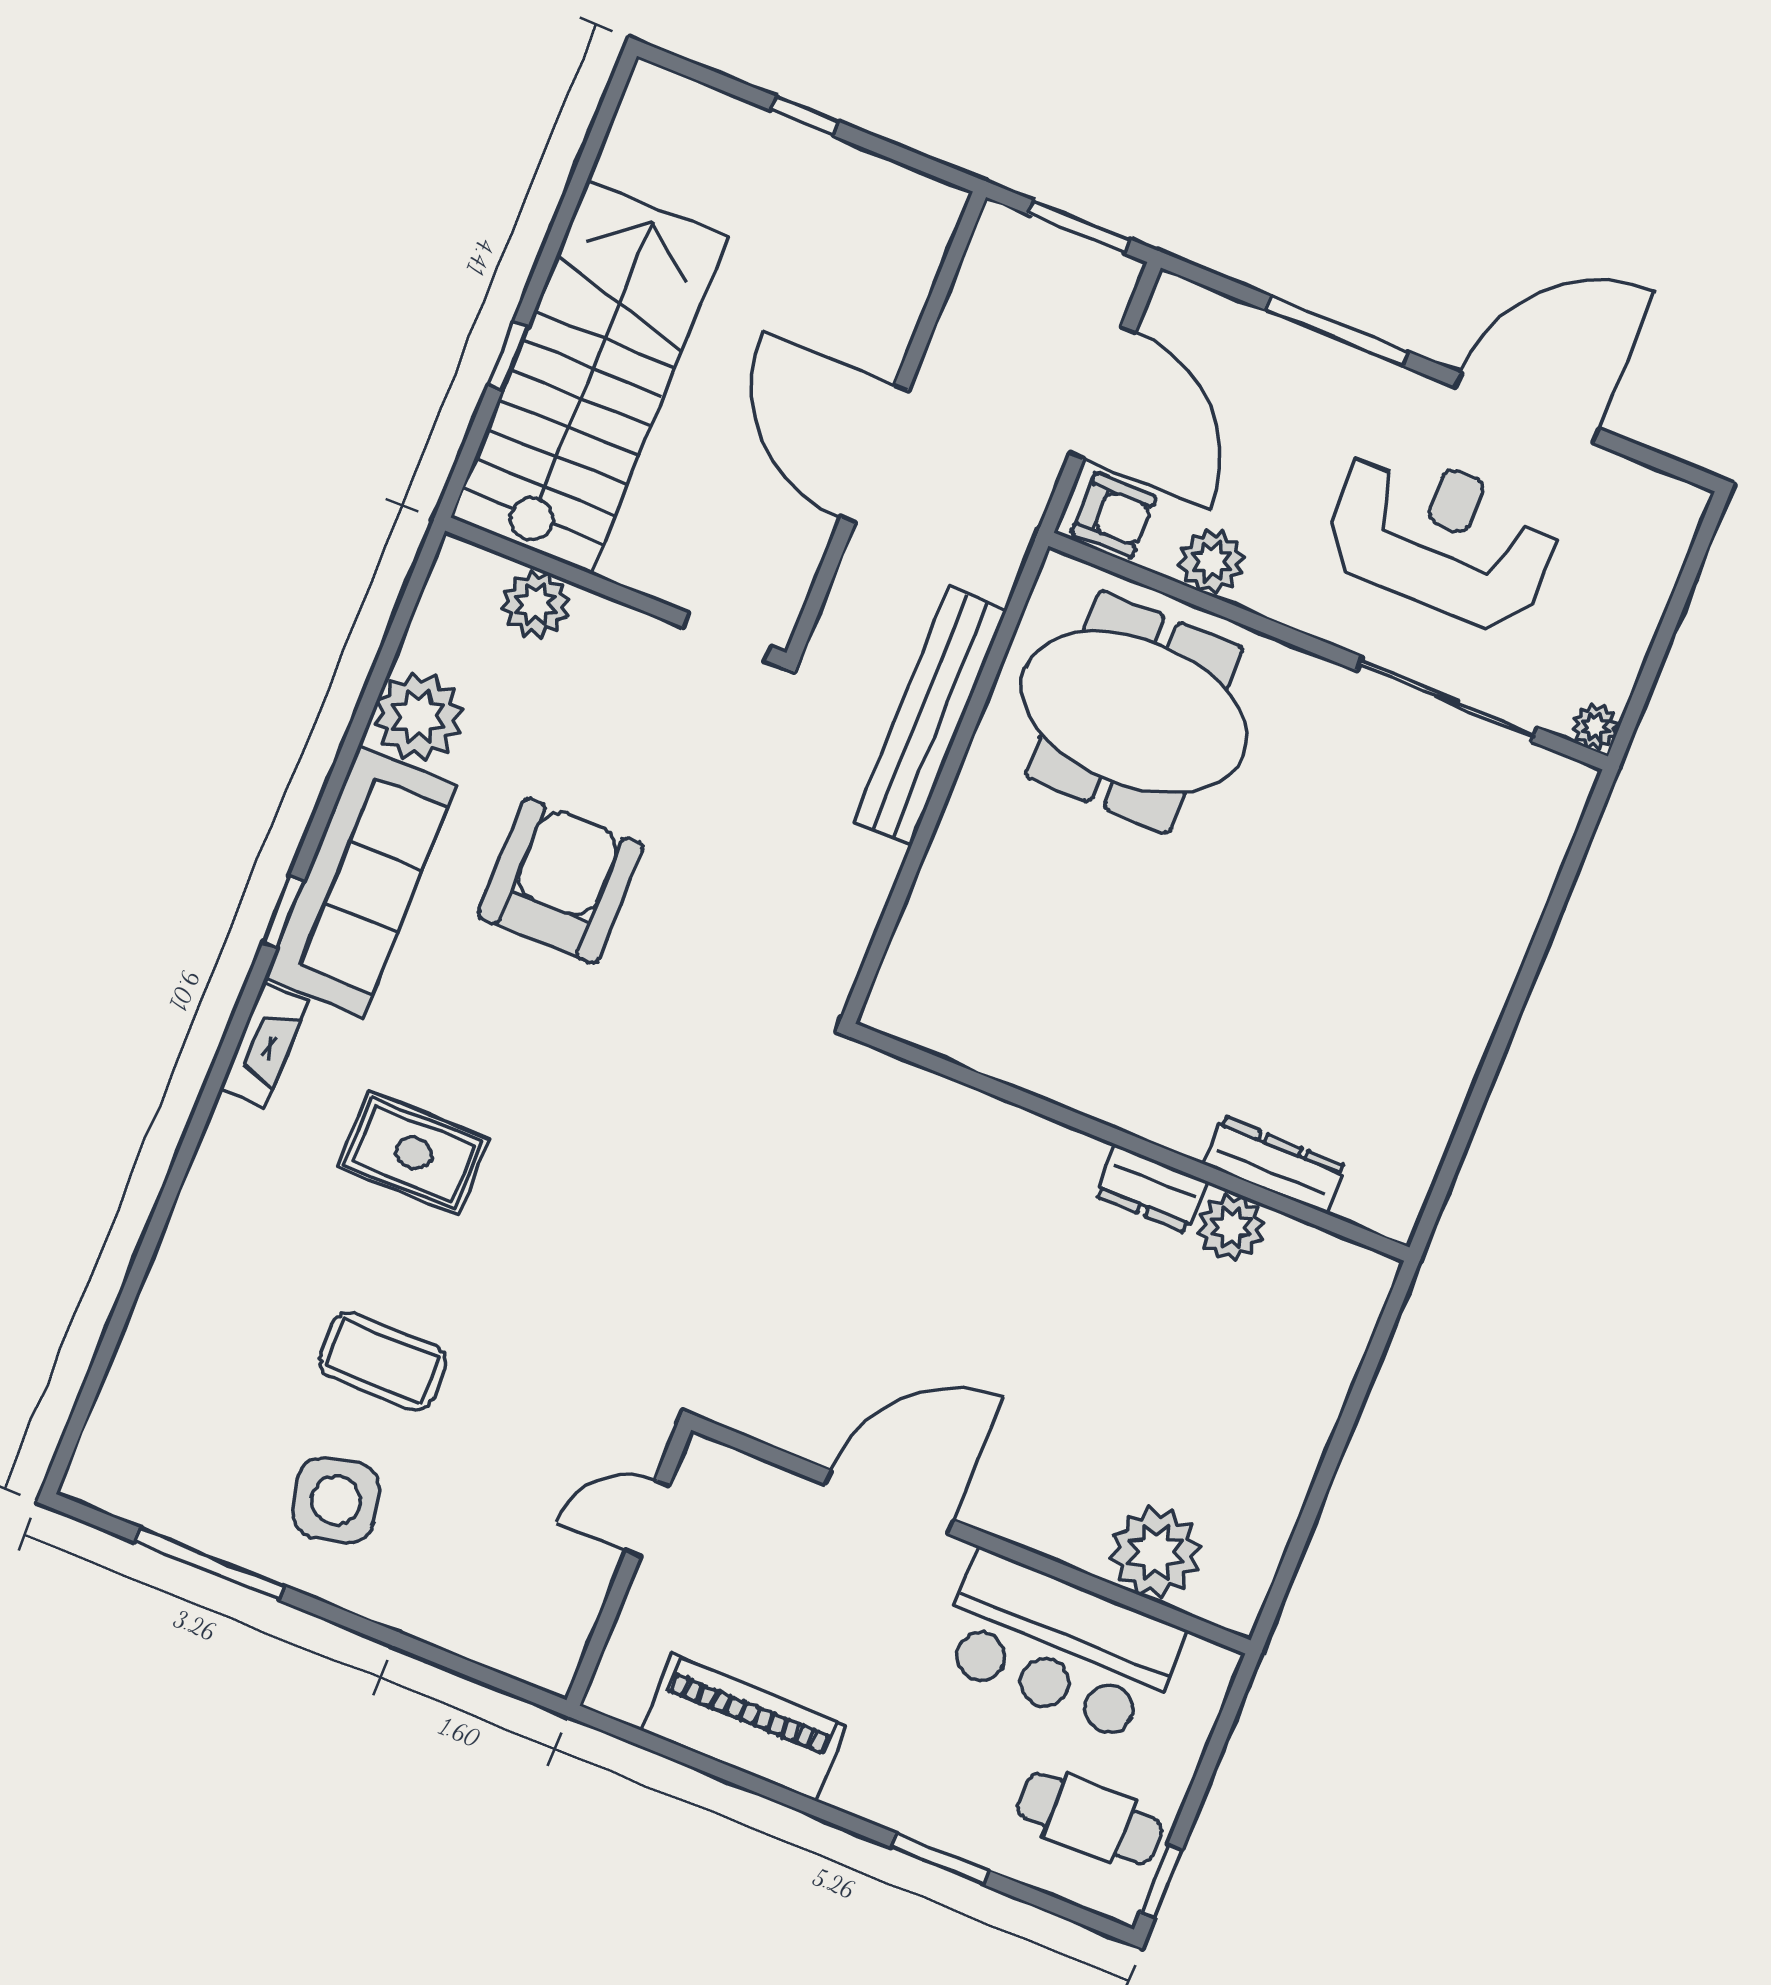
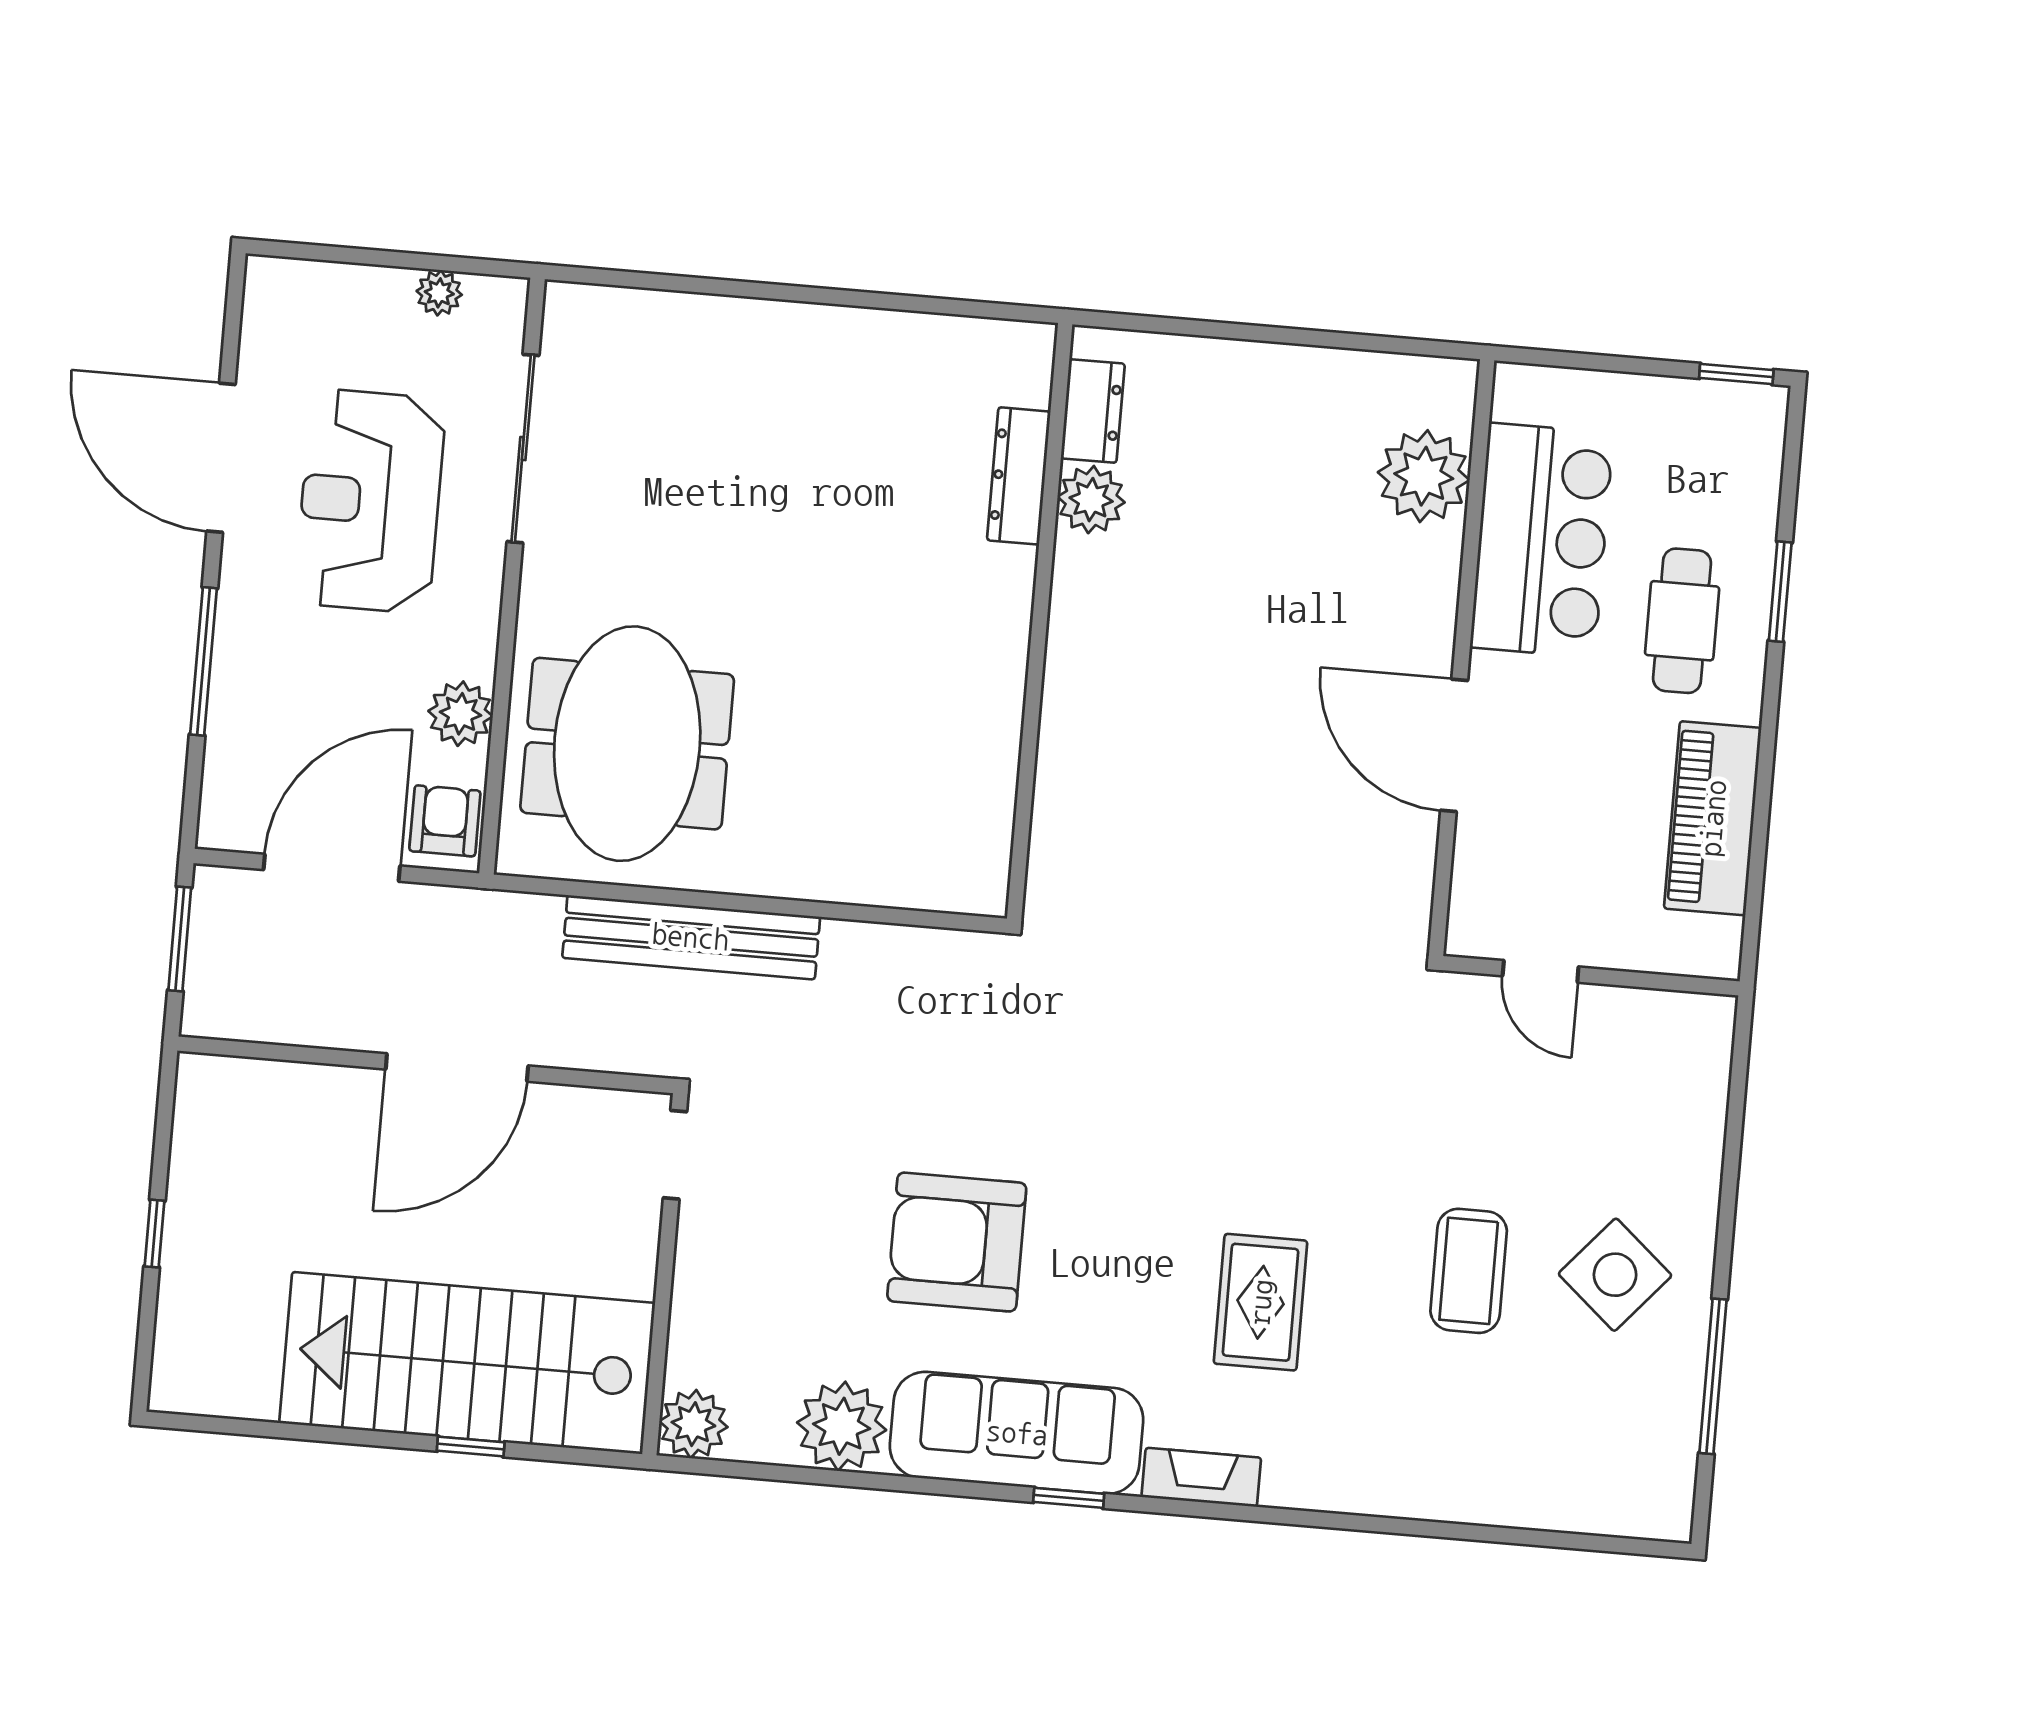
plant: (536, 604) -> (693, 1424), moved
plant: (1595, 727) -> (439, 293), moved
dresser: (1151, 1189) -> (1093, 411), moved
side table: (336, 1500) -> (1615, 1275), turned -35
cafe table: (1090, 1819) -> (1682, 621), moved

